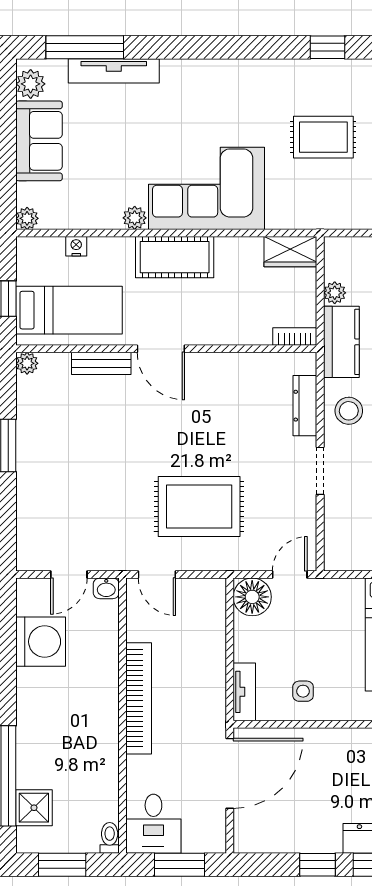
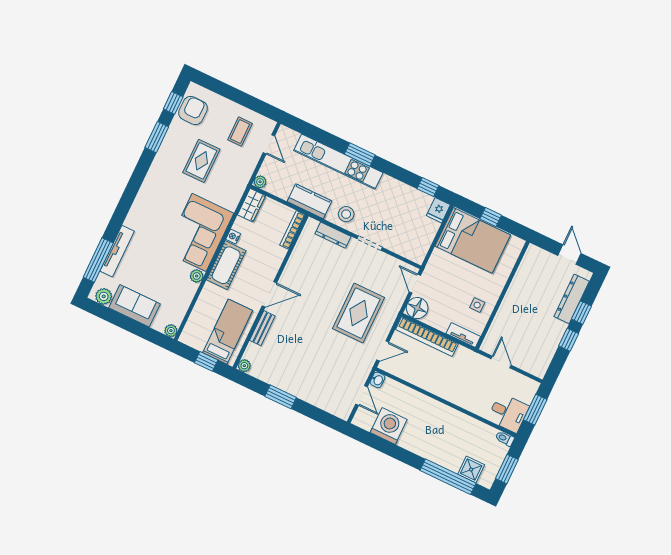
window: (327, 47) -> (157, 137), width x1.50
nightstand: (76, 246) -> (233, 236), moved
plant: (335, 293) -> (260, 182), moved
bookcase: (295, 337) -> (292, 230), width x1.56
bookcase: (139, 698) -> (427, 337), moved, turned 180
door: (230, 773) -> (501, 362), width x0.53

